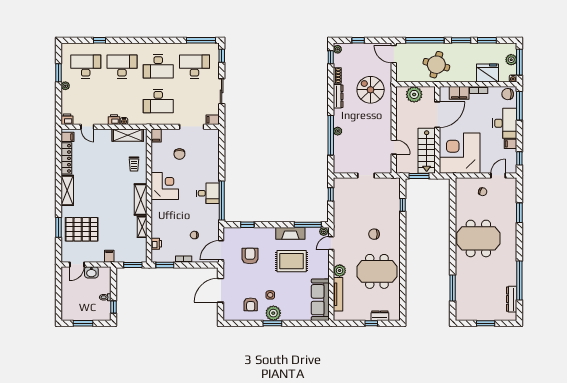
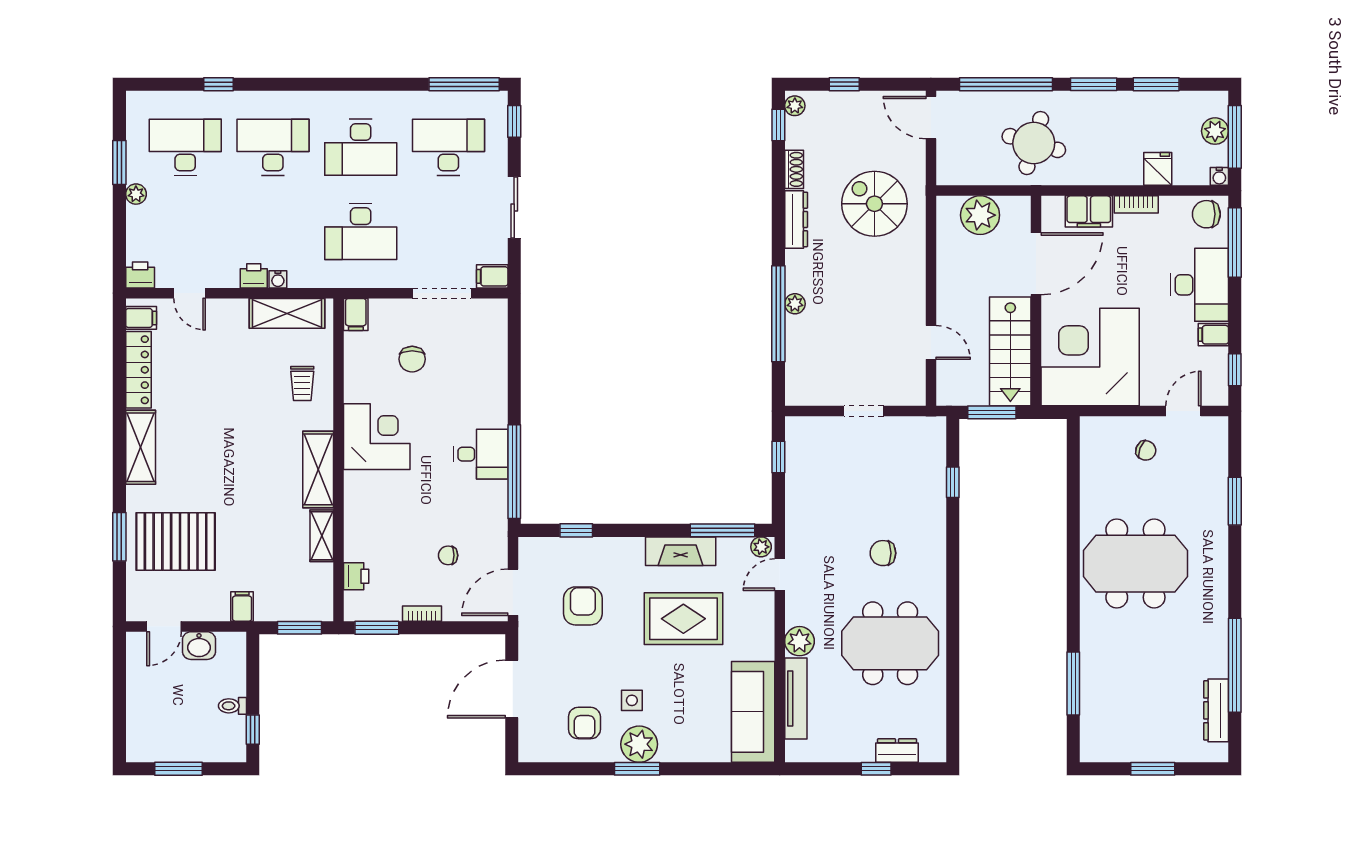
fridge: (488, 73) -> (1158, 169), width x0.53, depth x0.75

